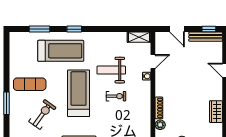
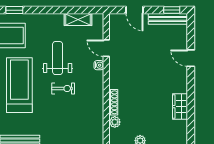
shelving: (139, 37) -> (78, 20), moved
door: (153, 62) -> (106, 48), swing flipped
weight bench: (111, 70) -> (58, 58), turned 90

